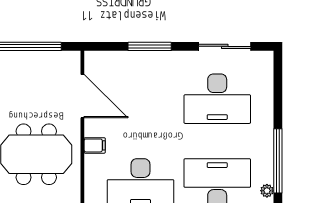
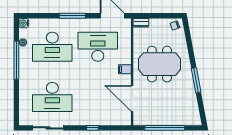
window: (150, 46) -> (92, 128), width x0.46
desk: (217, 99) -> (52, 97), turned 180

